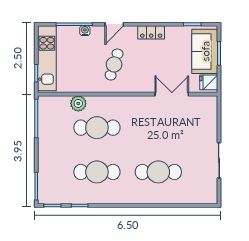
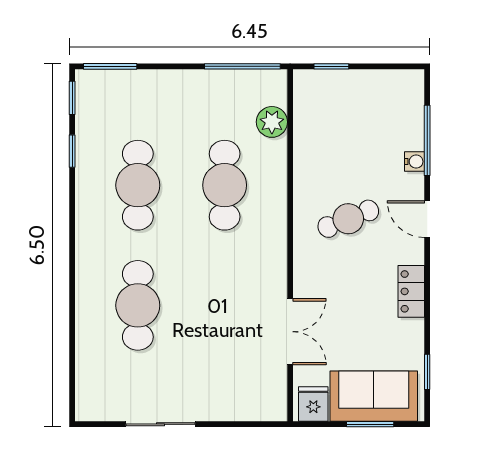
kitchen unit: (47, 58) -> (360, 87), removed
cafe table: (114, 64) -> (348, 219), turned -40
plant: (78, 103) -> (272, 122), moved

